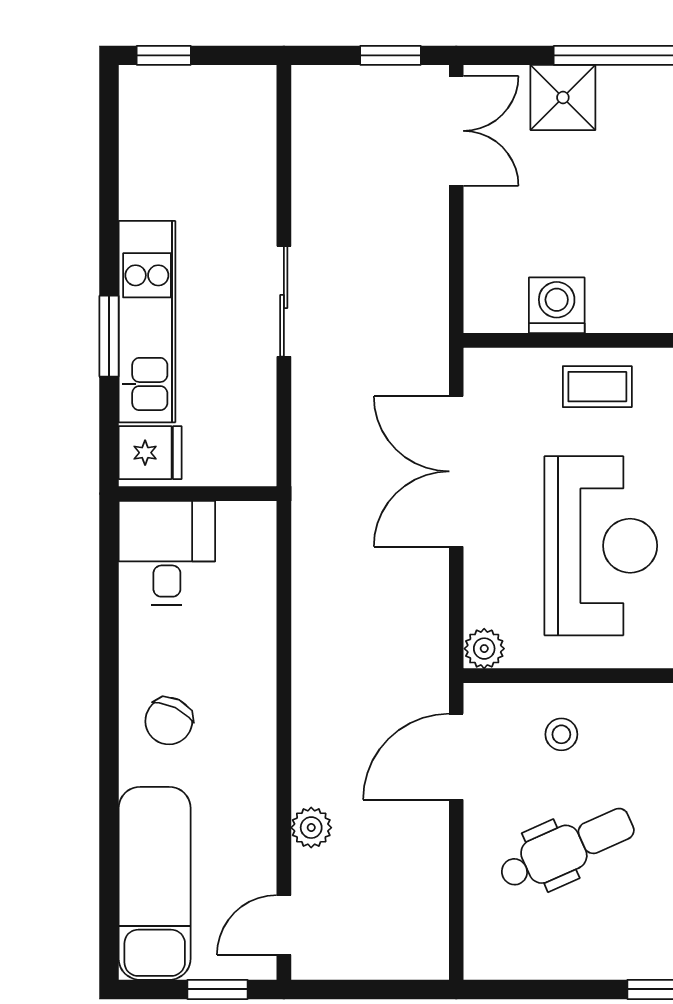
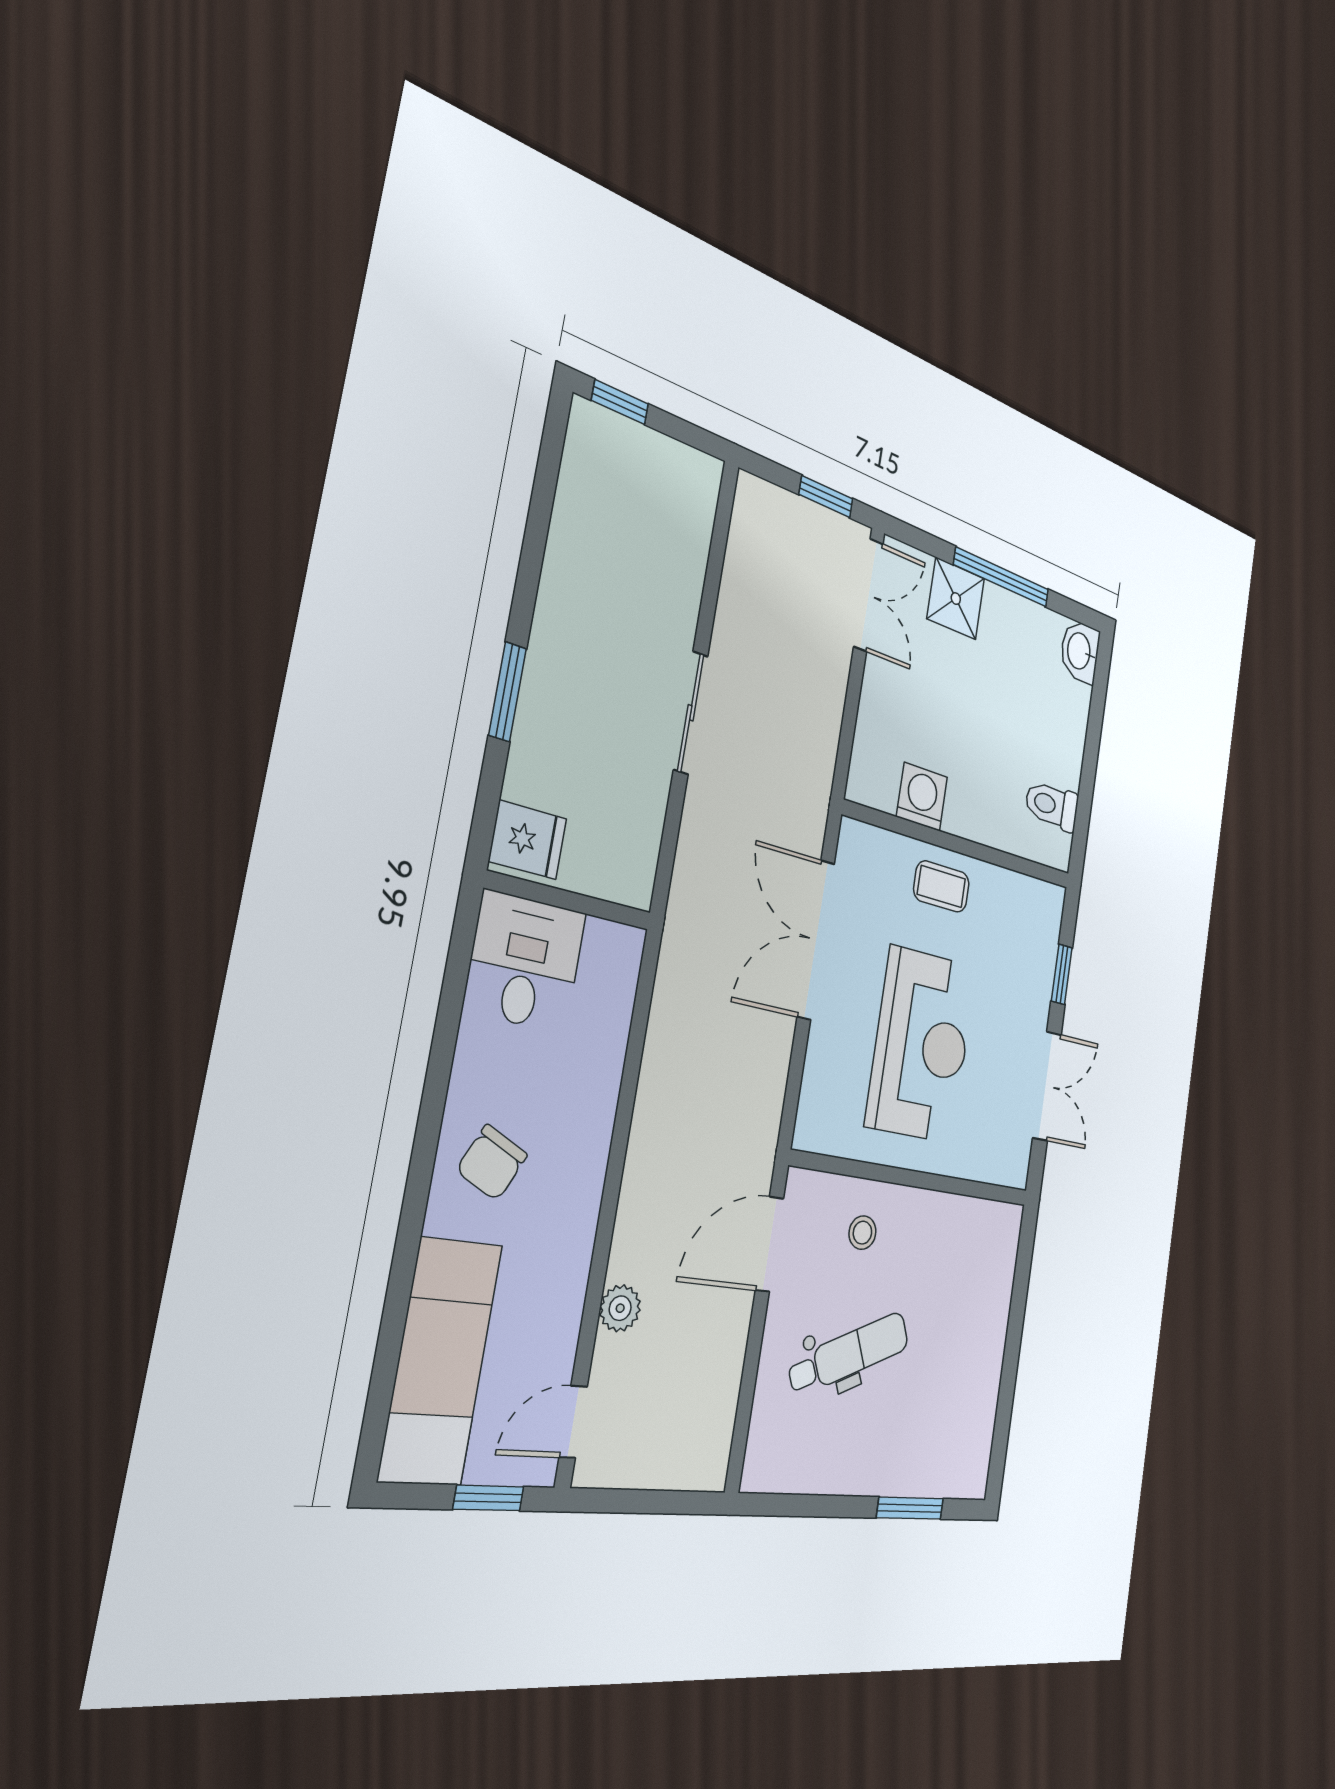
kitchen unit: (147, 322) -> (551, 689), removed
plant: (484, 649) -> (811, 1131), removed

